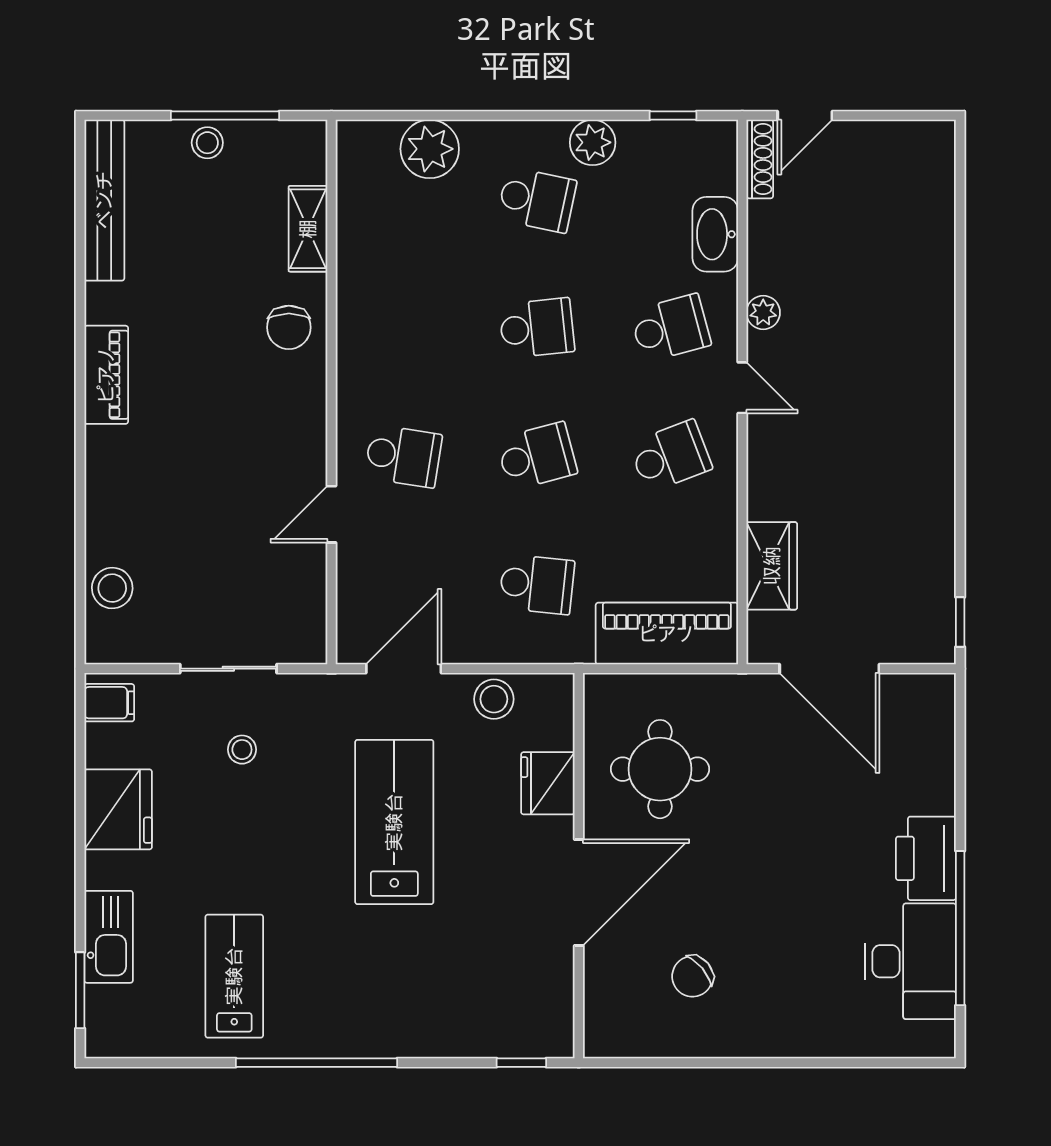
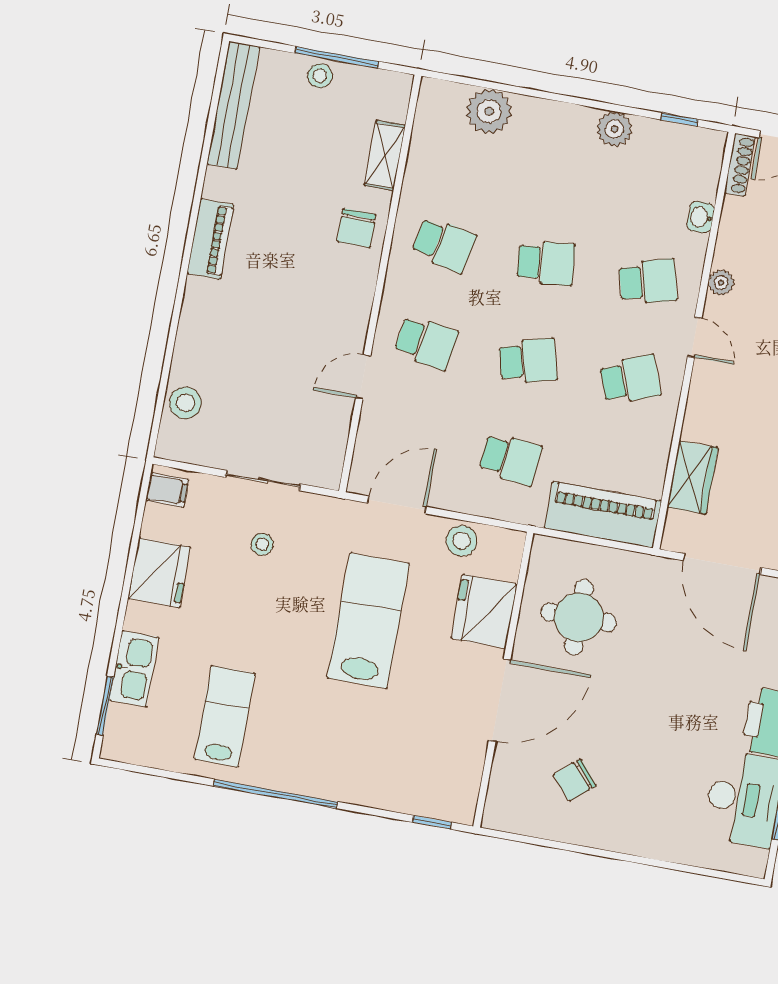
school desk: (537, 200) -> (444, 245), moved
washbasin: (715, 234) -> (701, 217), width x0.52, depth x0.69
fridge: (548, 783) -> (484, 611), width x1.36, depth x1.34

